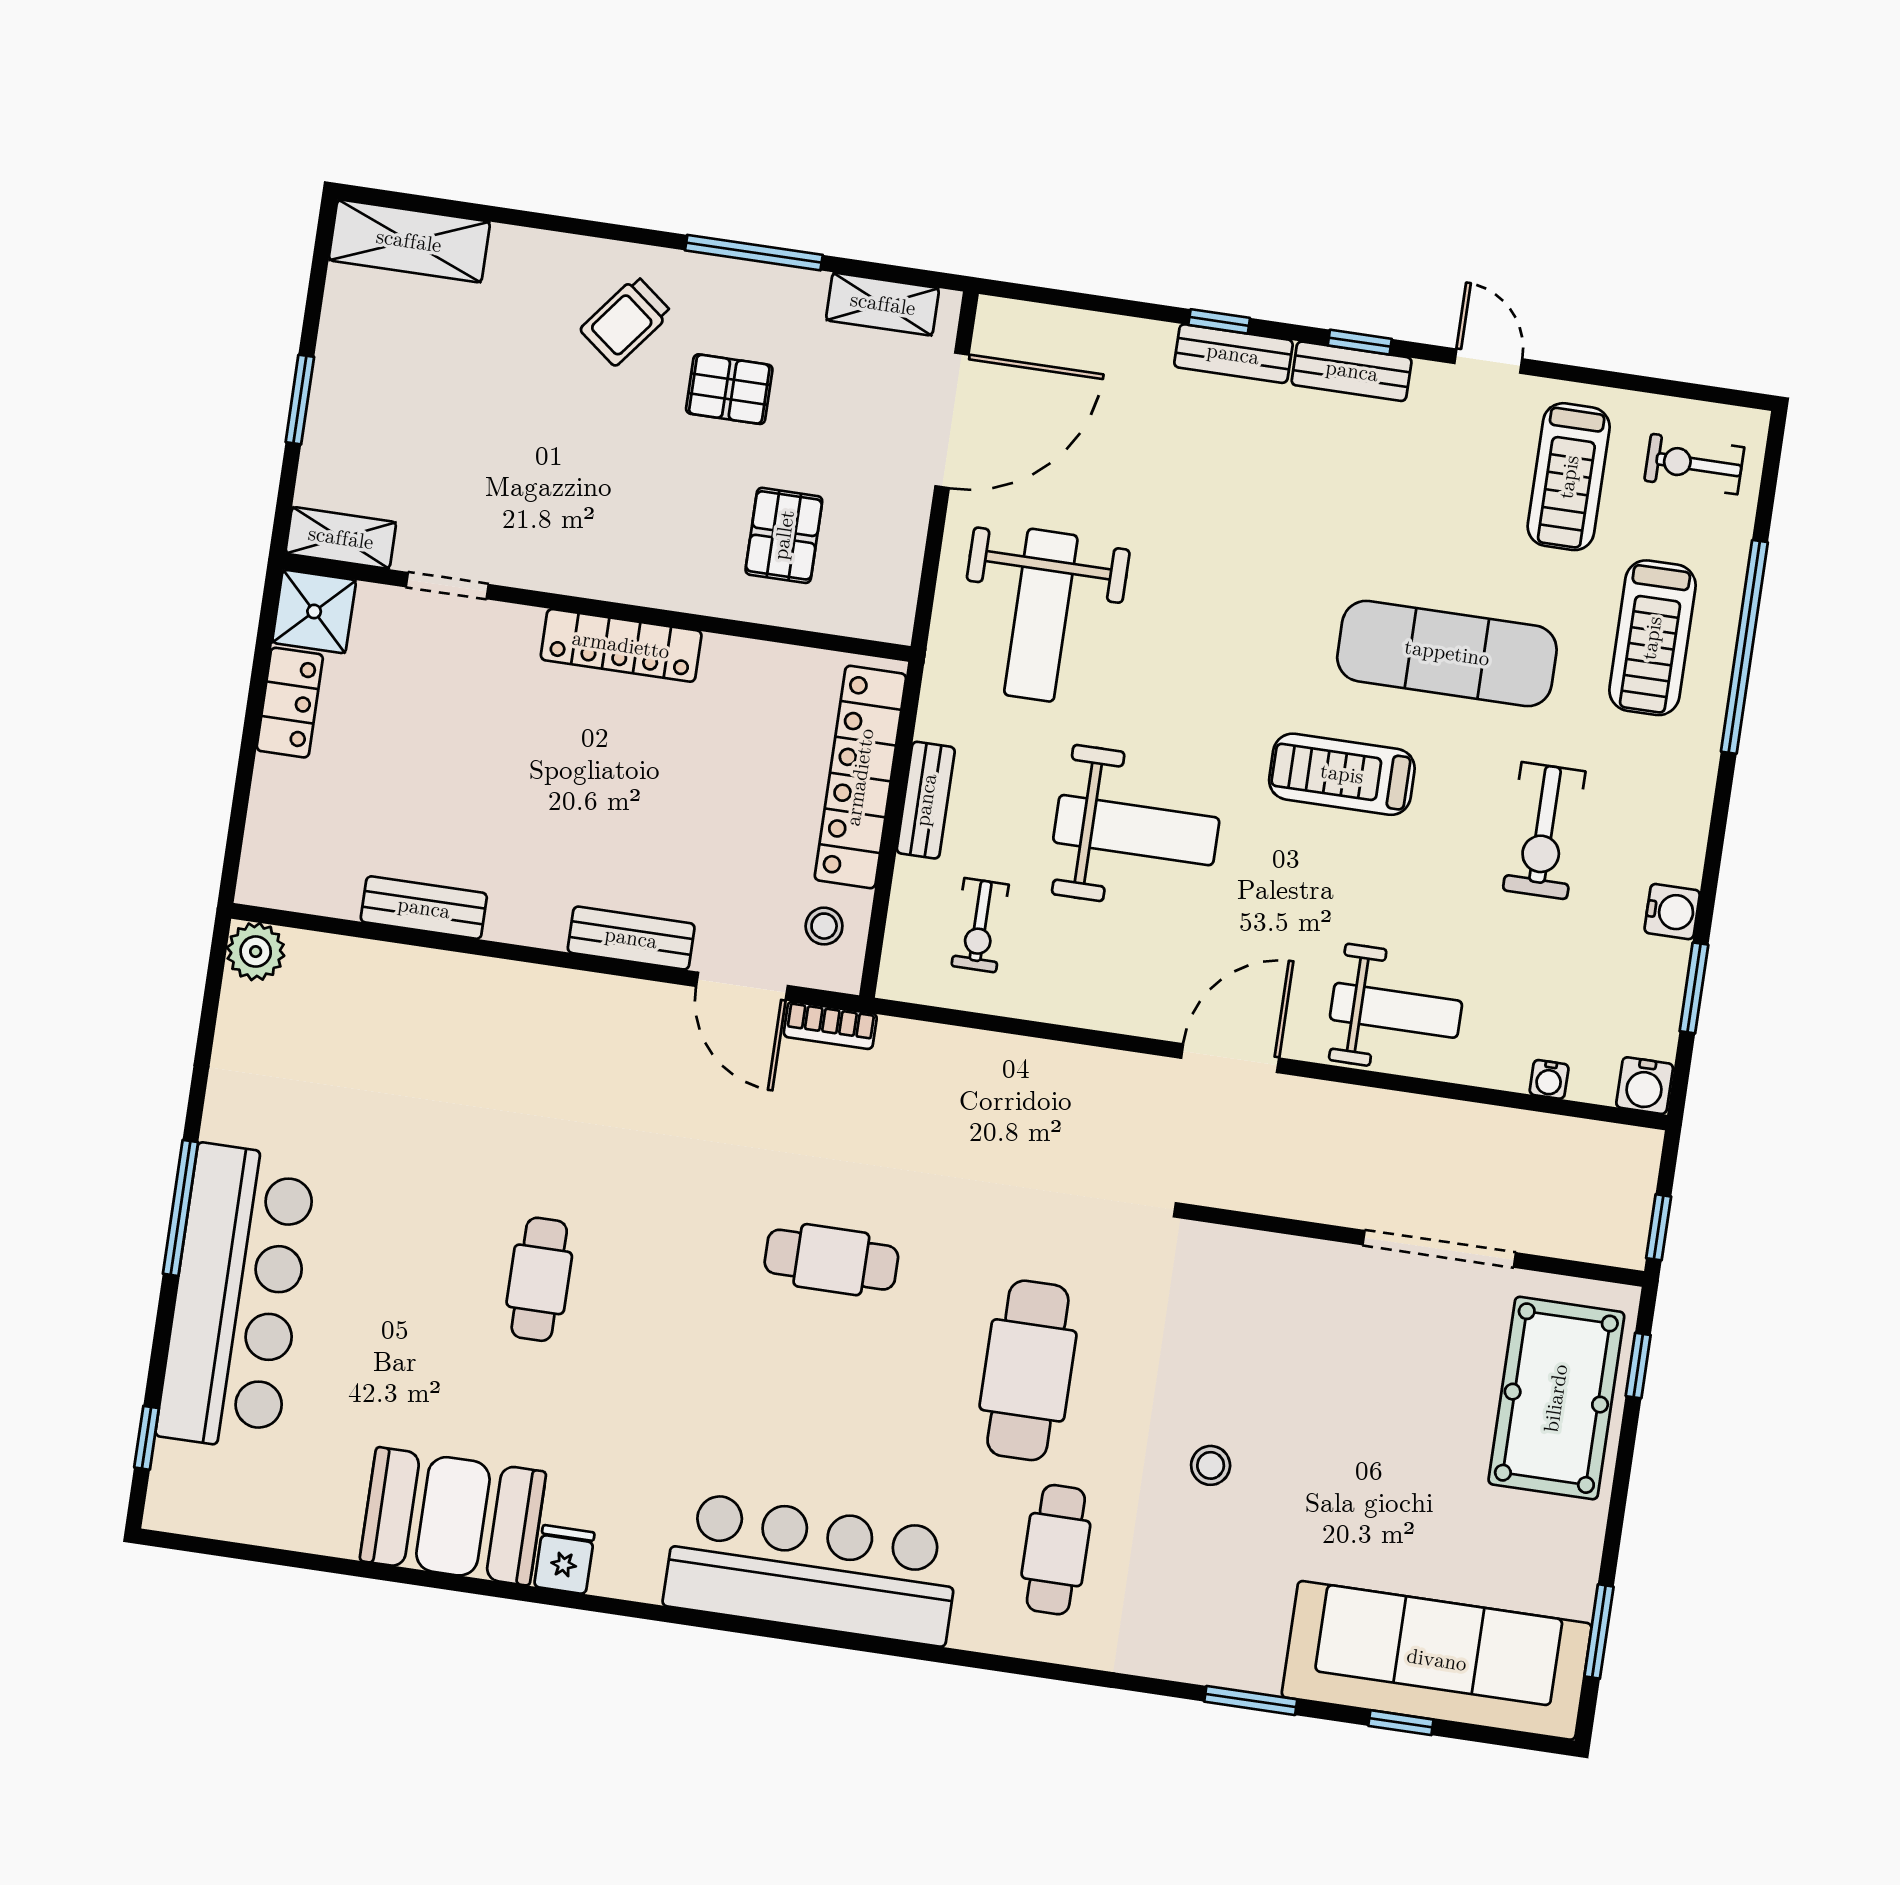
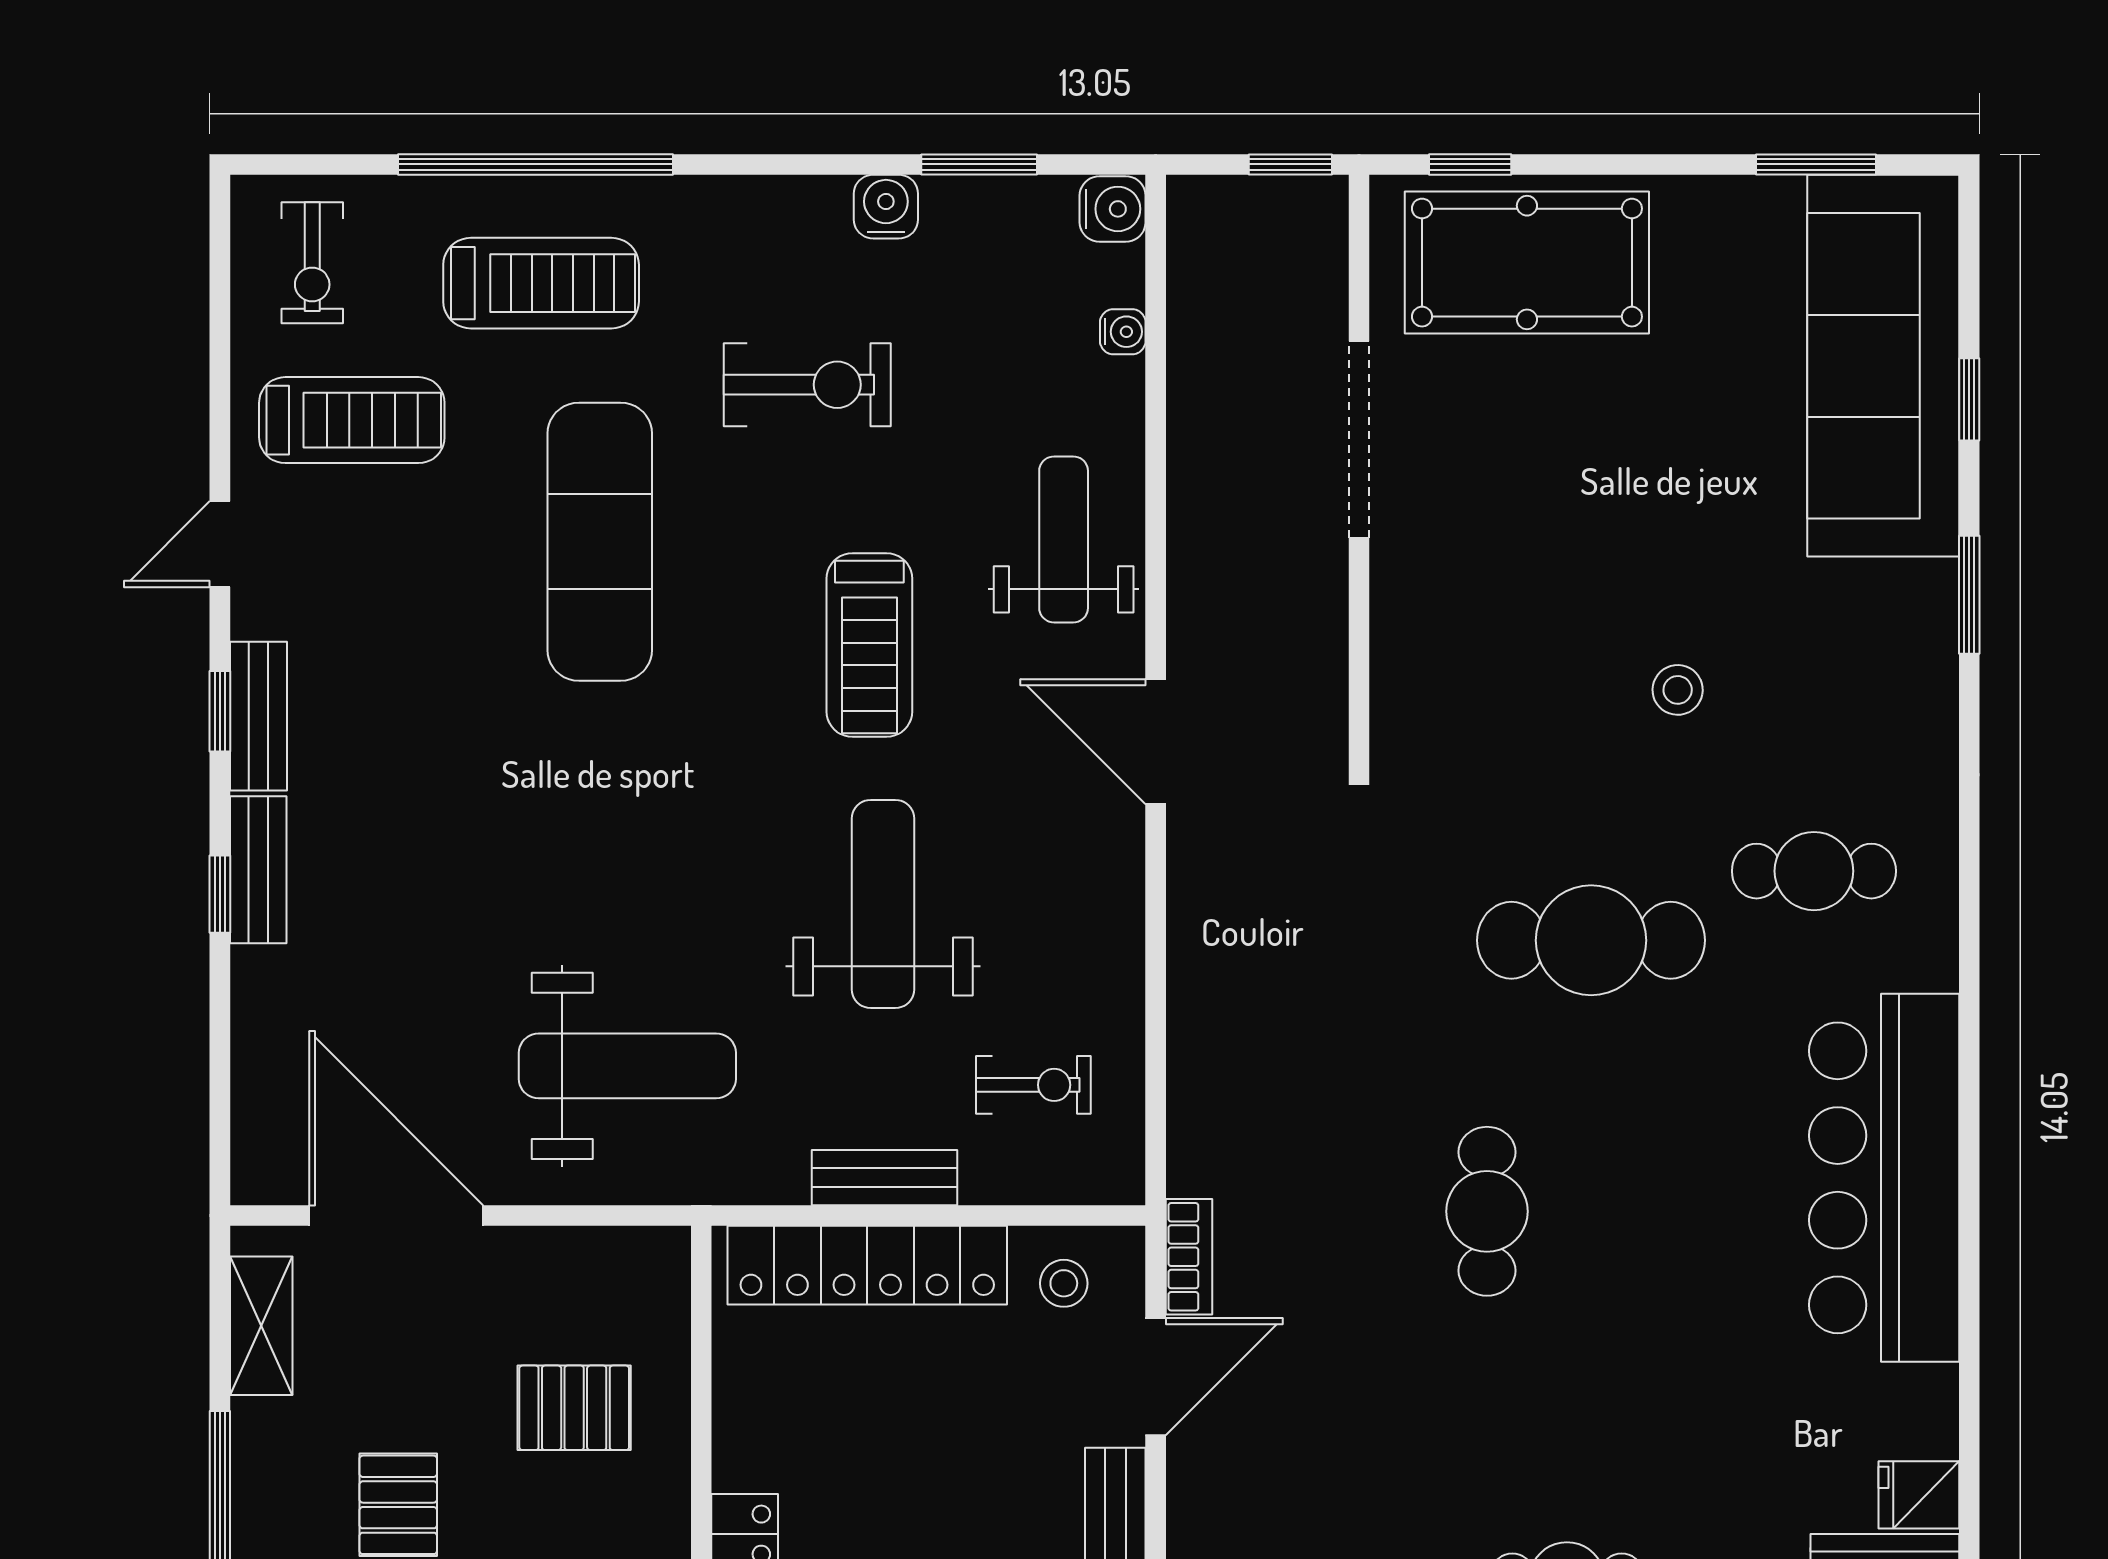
treadmill: (1342, 774) -> (869, 645), moved

